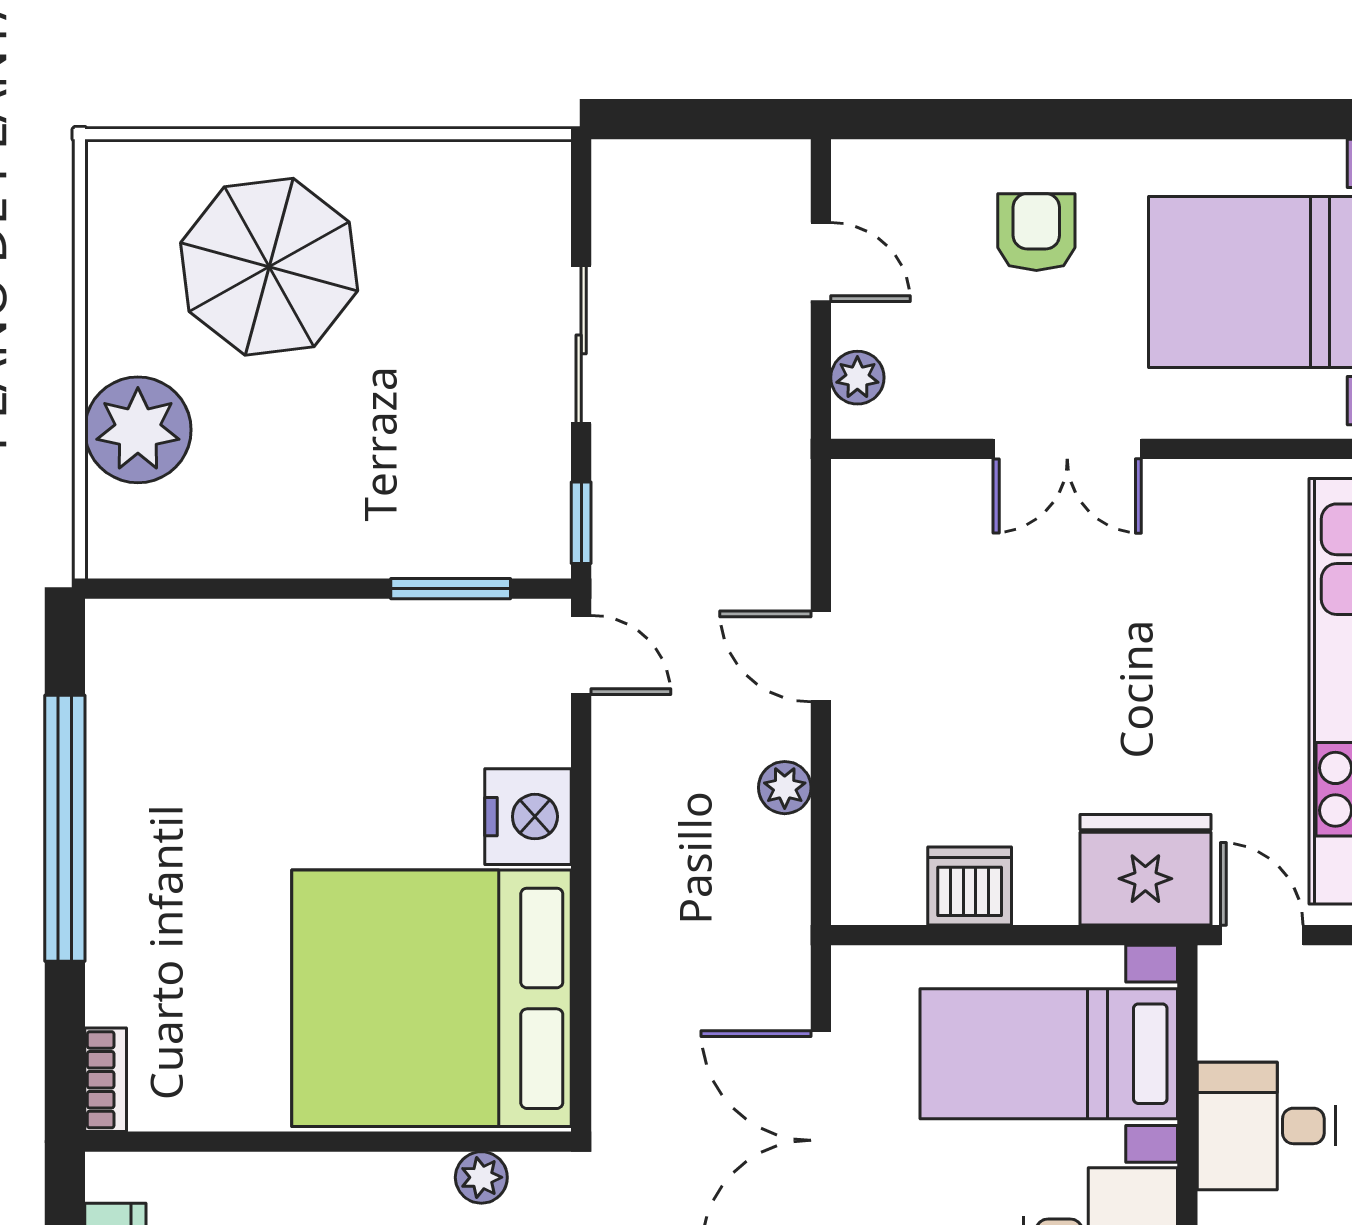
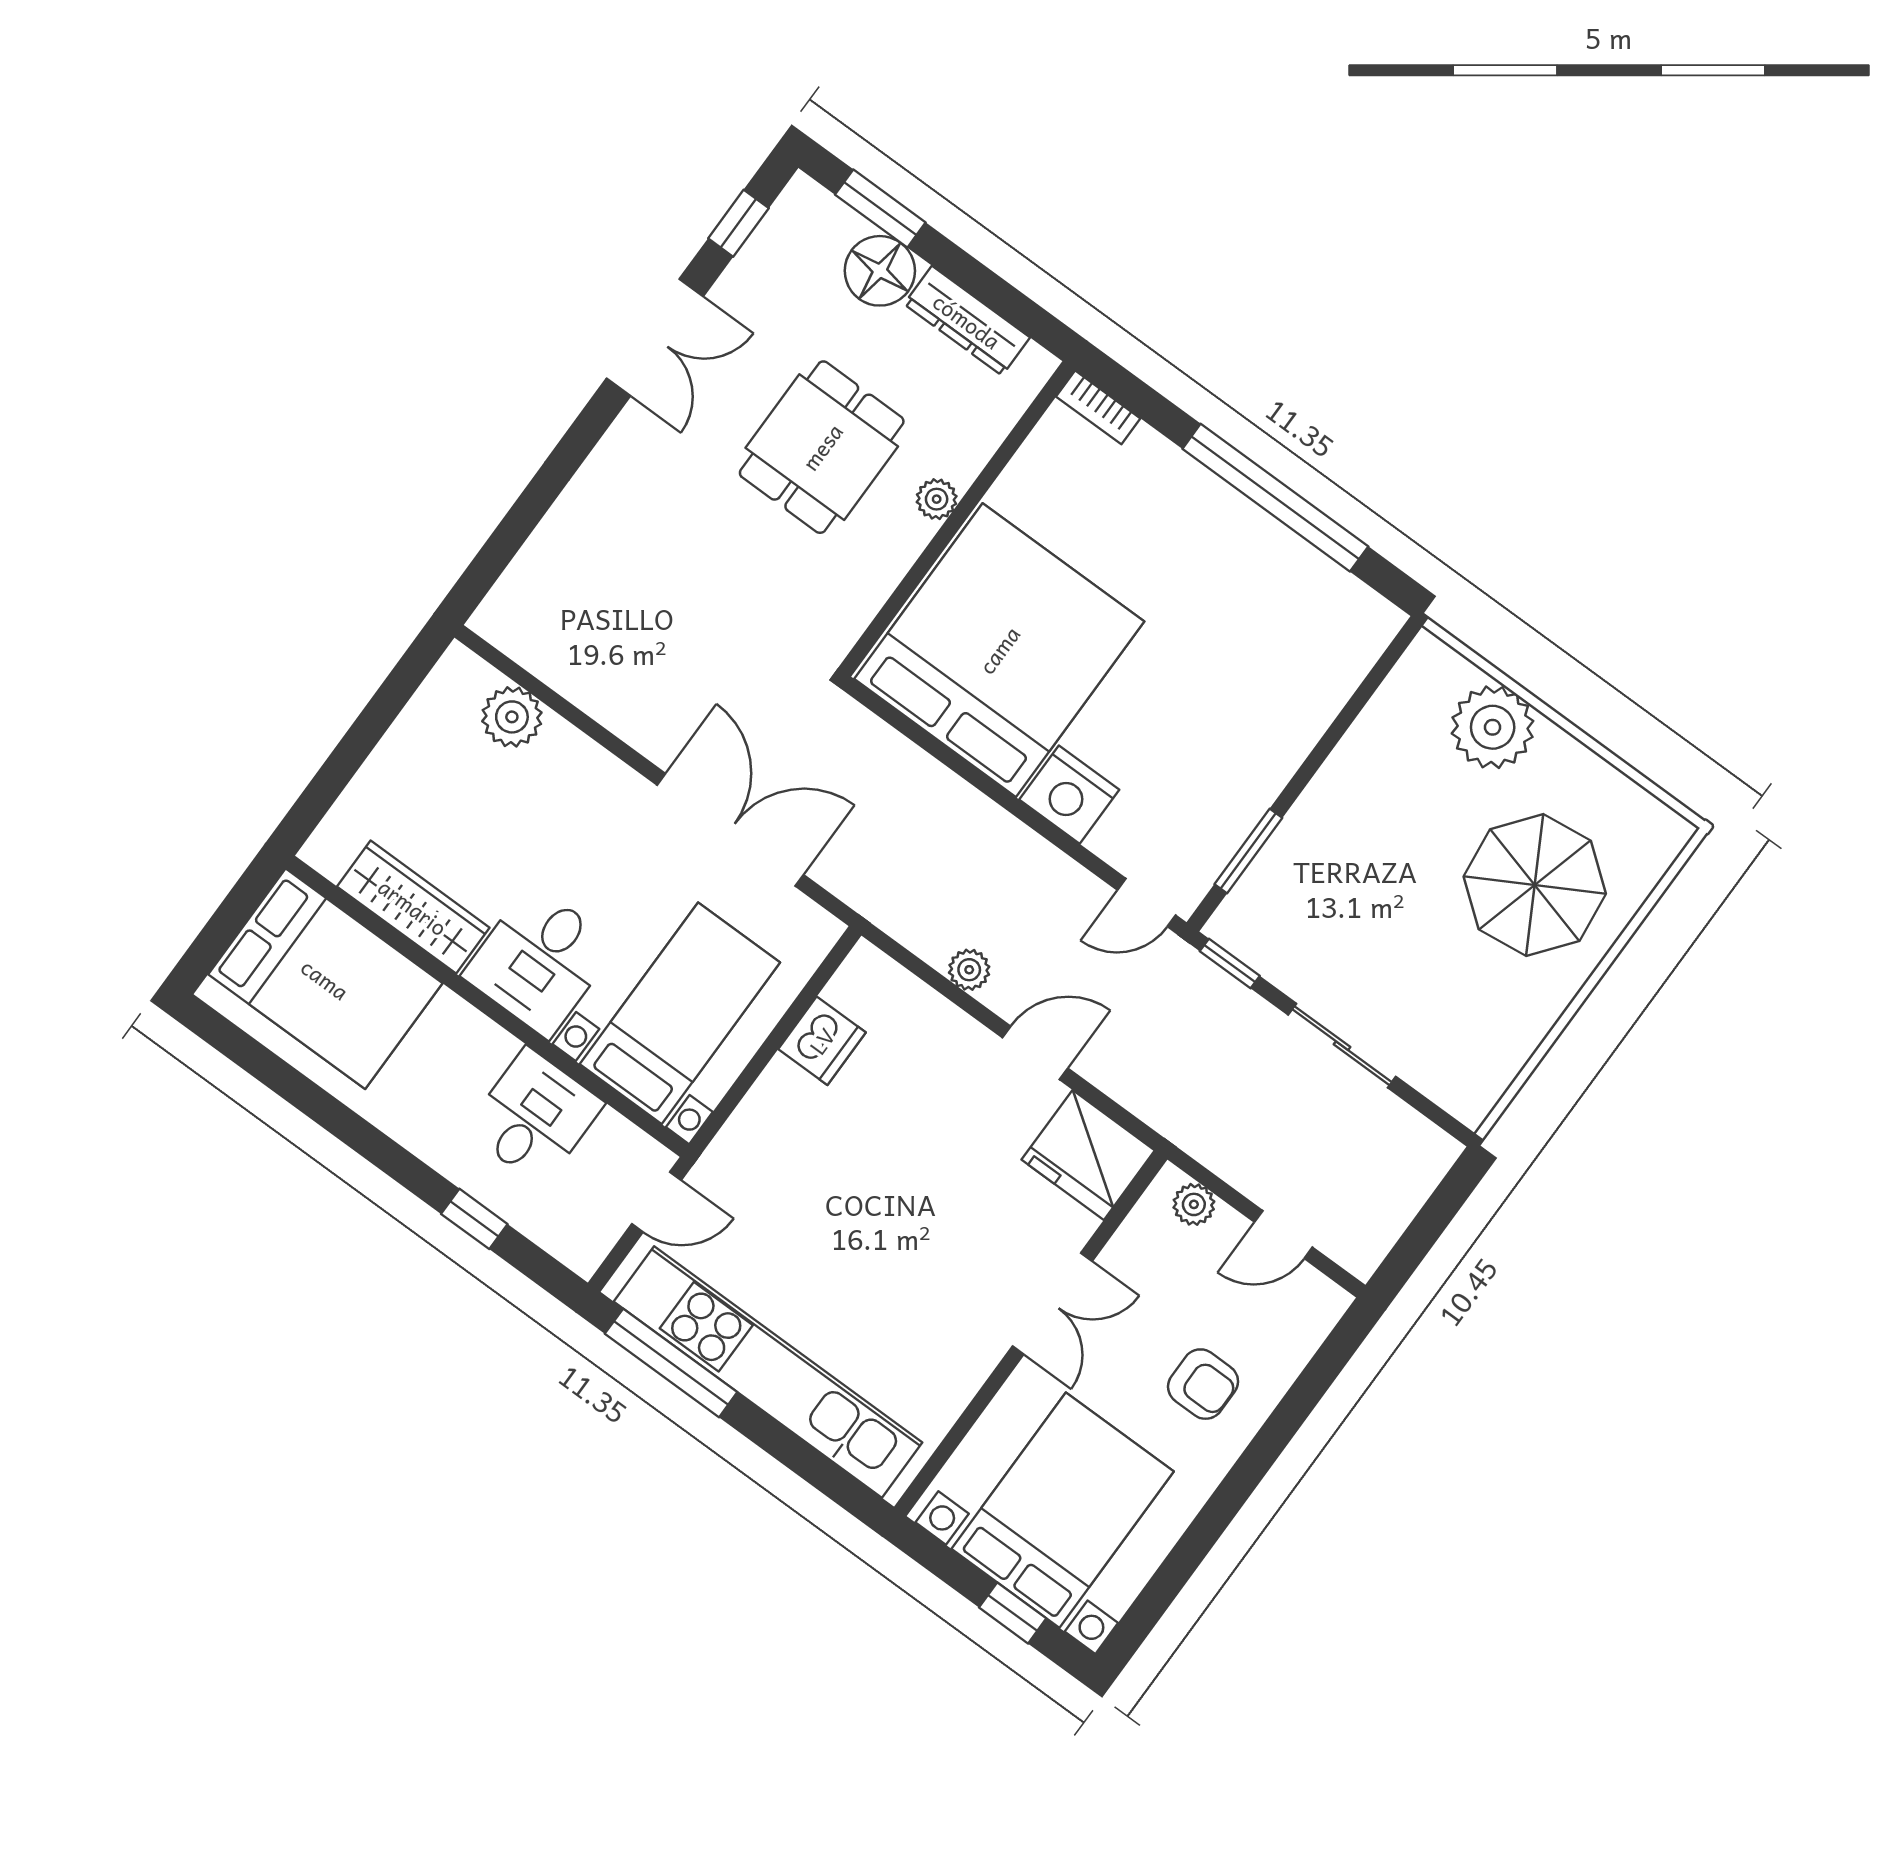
double door: (1067, 449) -> (1052, 1304), swing flipped
fridge: (1145, 870) -> (1088, 1155), moved, turned 90
plant: (481, 1177) -> (937, 499), moved

